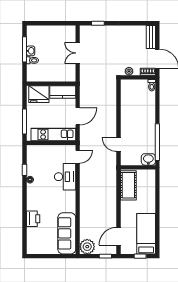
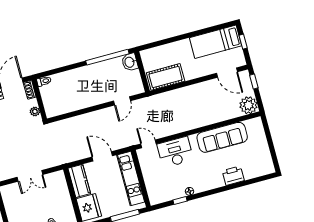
sofa: (67, 233) -> (222, 137), moved

